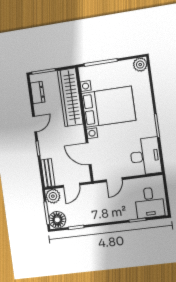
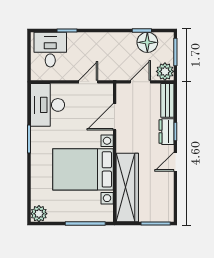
dresser: (38, 92) -> (166, 132), moved
door: (89, 154) -> (115, 117), swing flipped
floor lamp: (57, 220) -> (147, 42), moved

